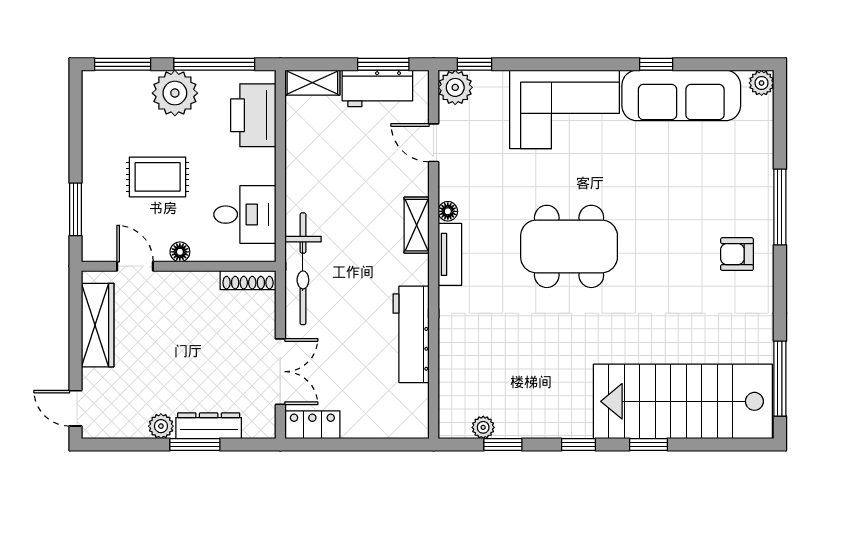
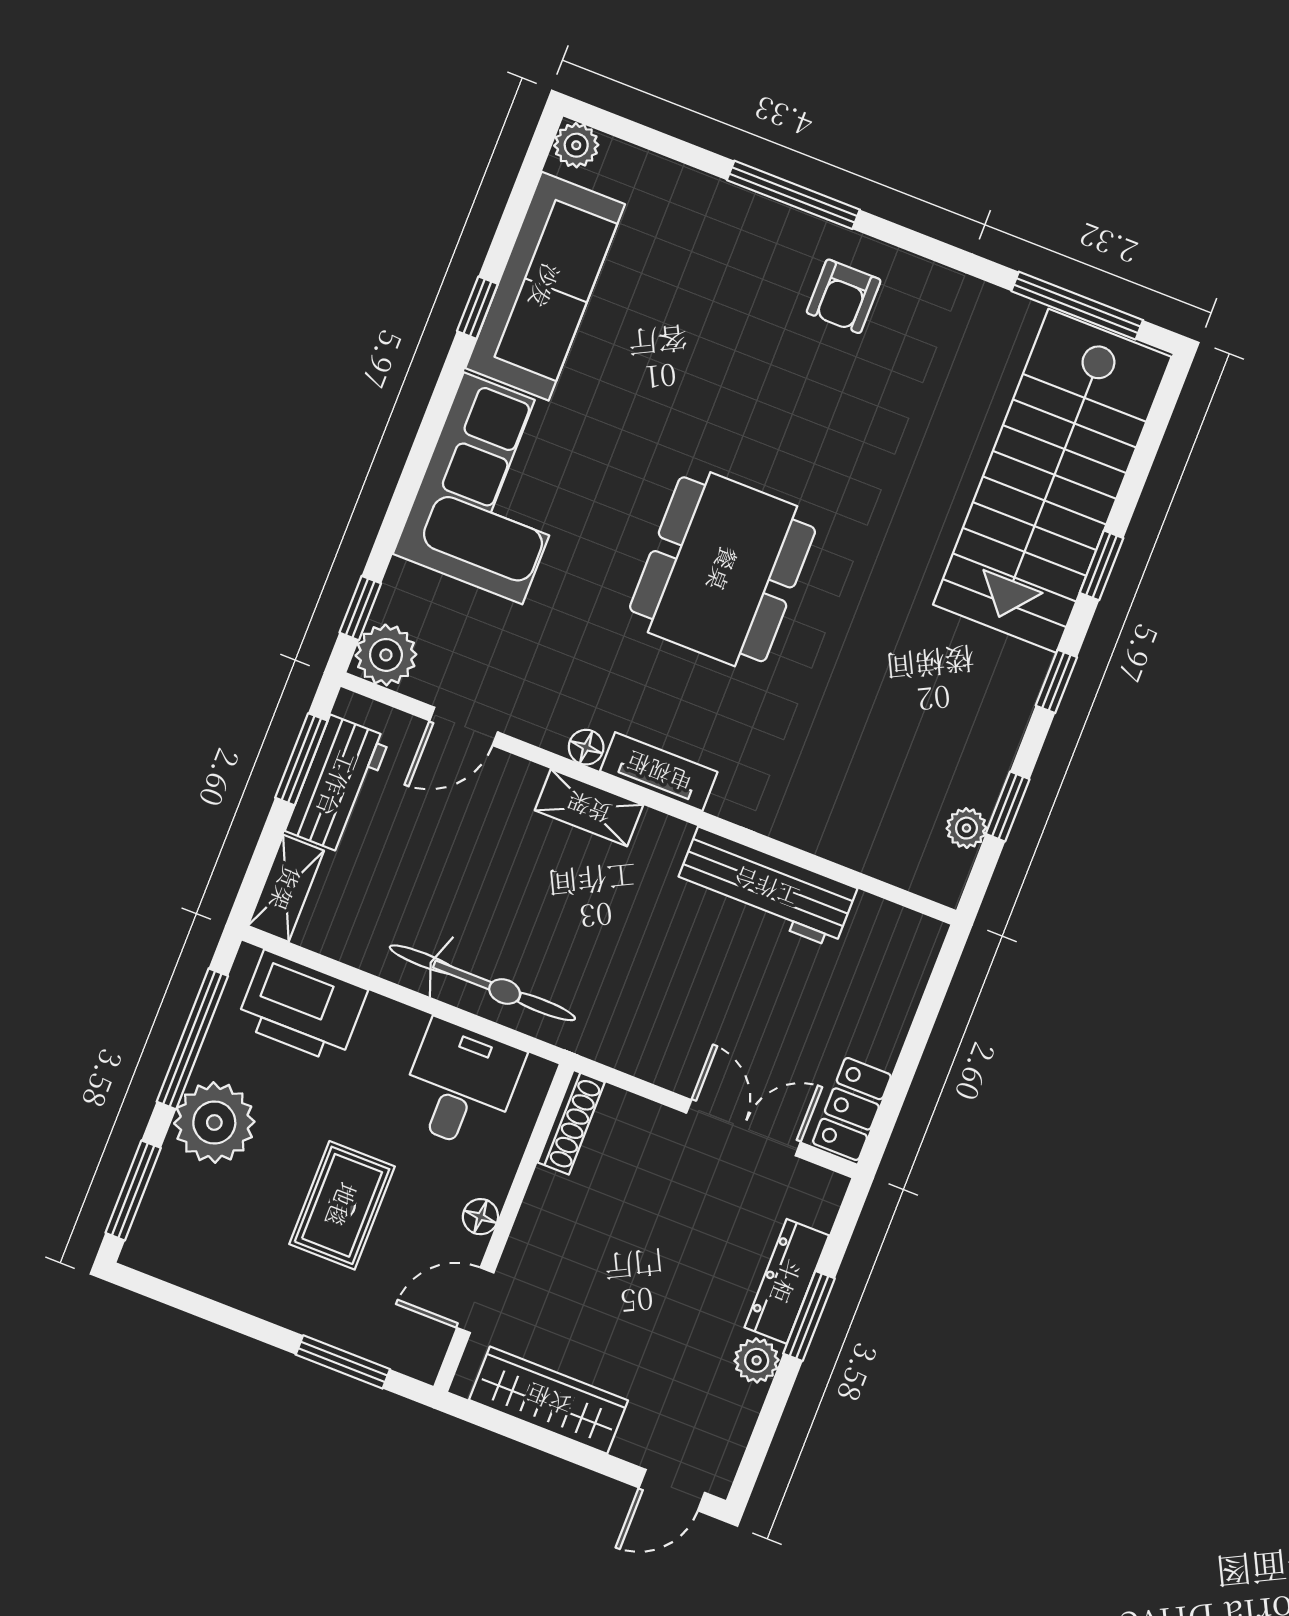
bicycle: (303, 269) -> (482, 983), moved

